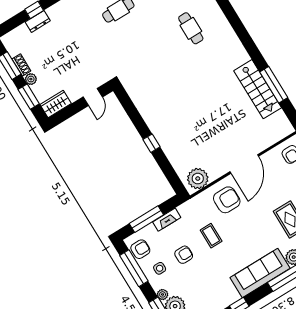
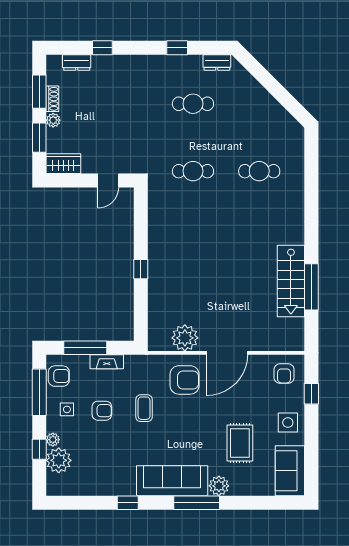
dresser: (38, 21) -> (77, 63), moved
cafe table: (191, 28) -> (259, 171), turned 90
cafe table: (146, 56) -> (193, 171), added
plant: (198, 179) -> (185, 338), moved

